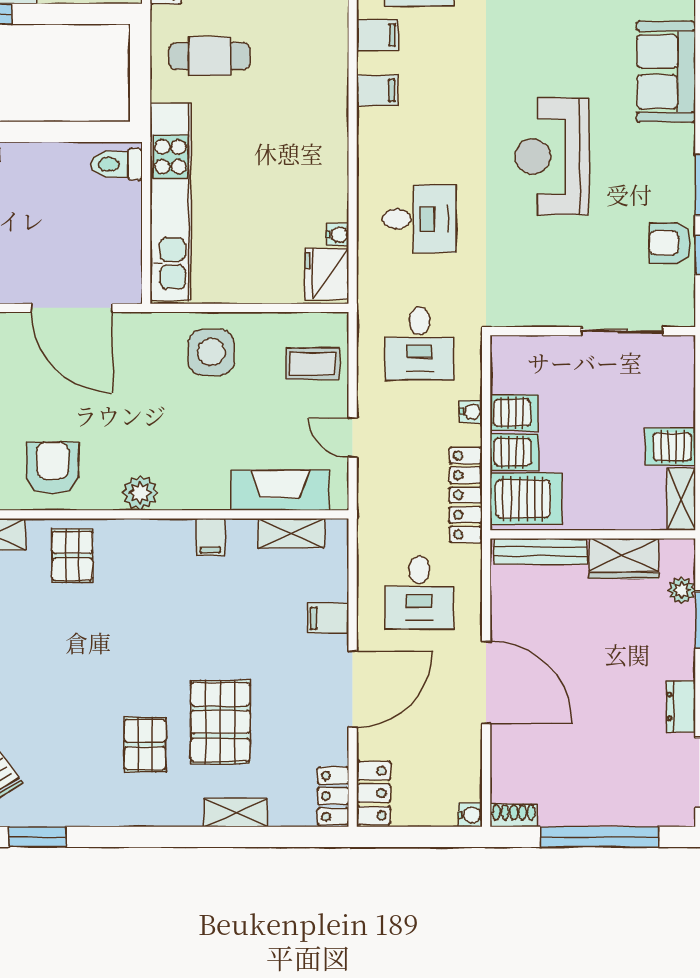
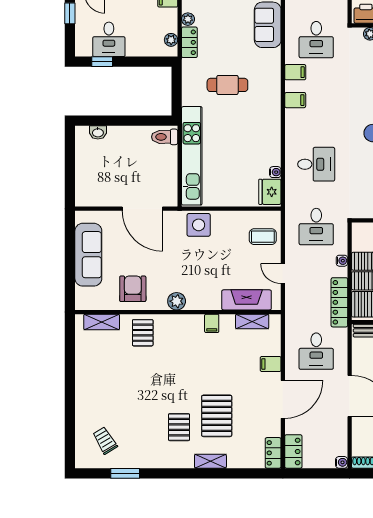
cafe table: (210, 56) -> (227, 85), moved
side table: (211, 352) -> (199, 225), moved
shelving: (236, 813) -> (210, 461), moved

